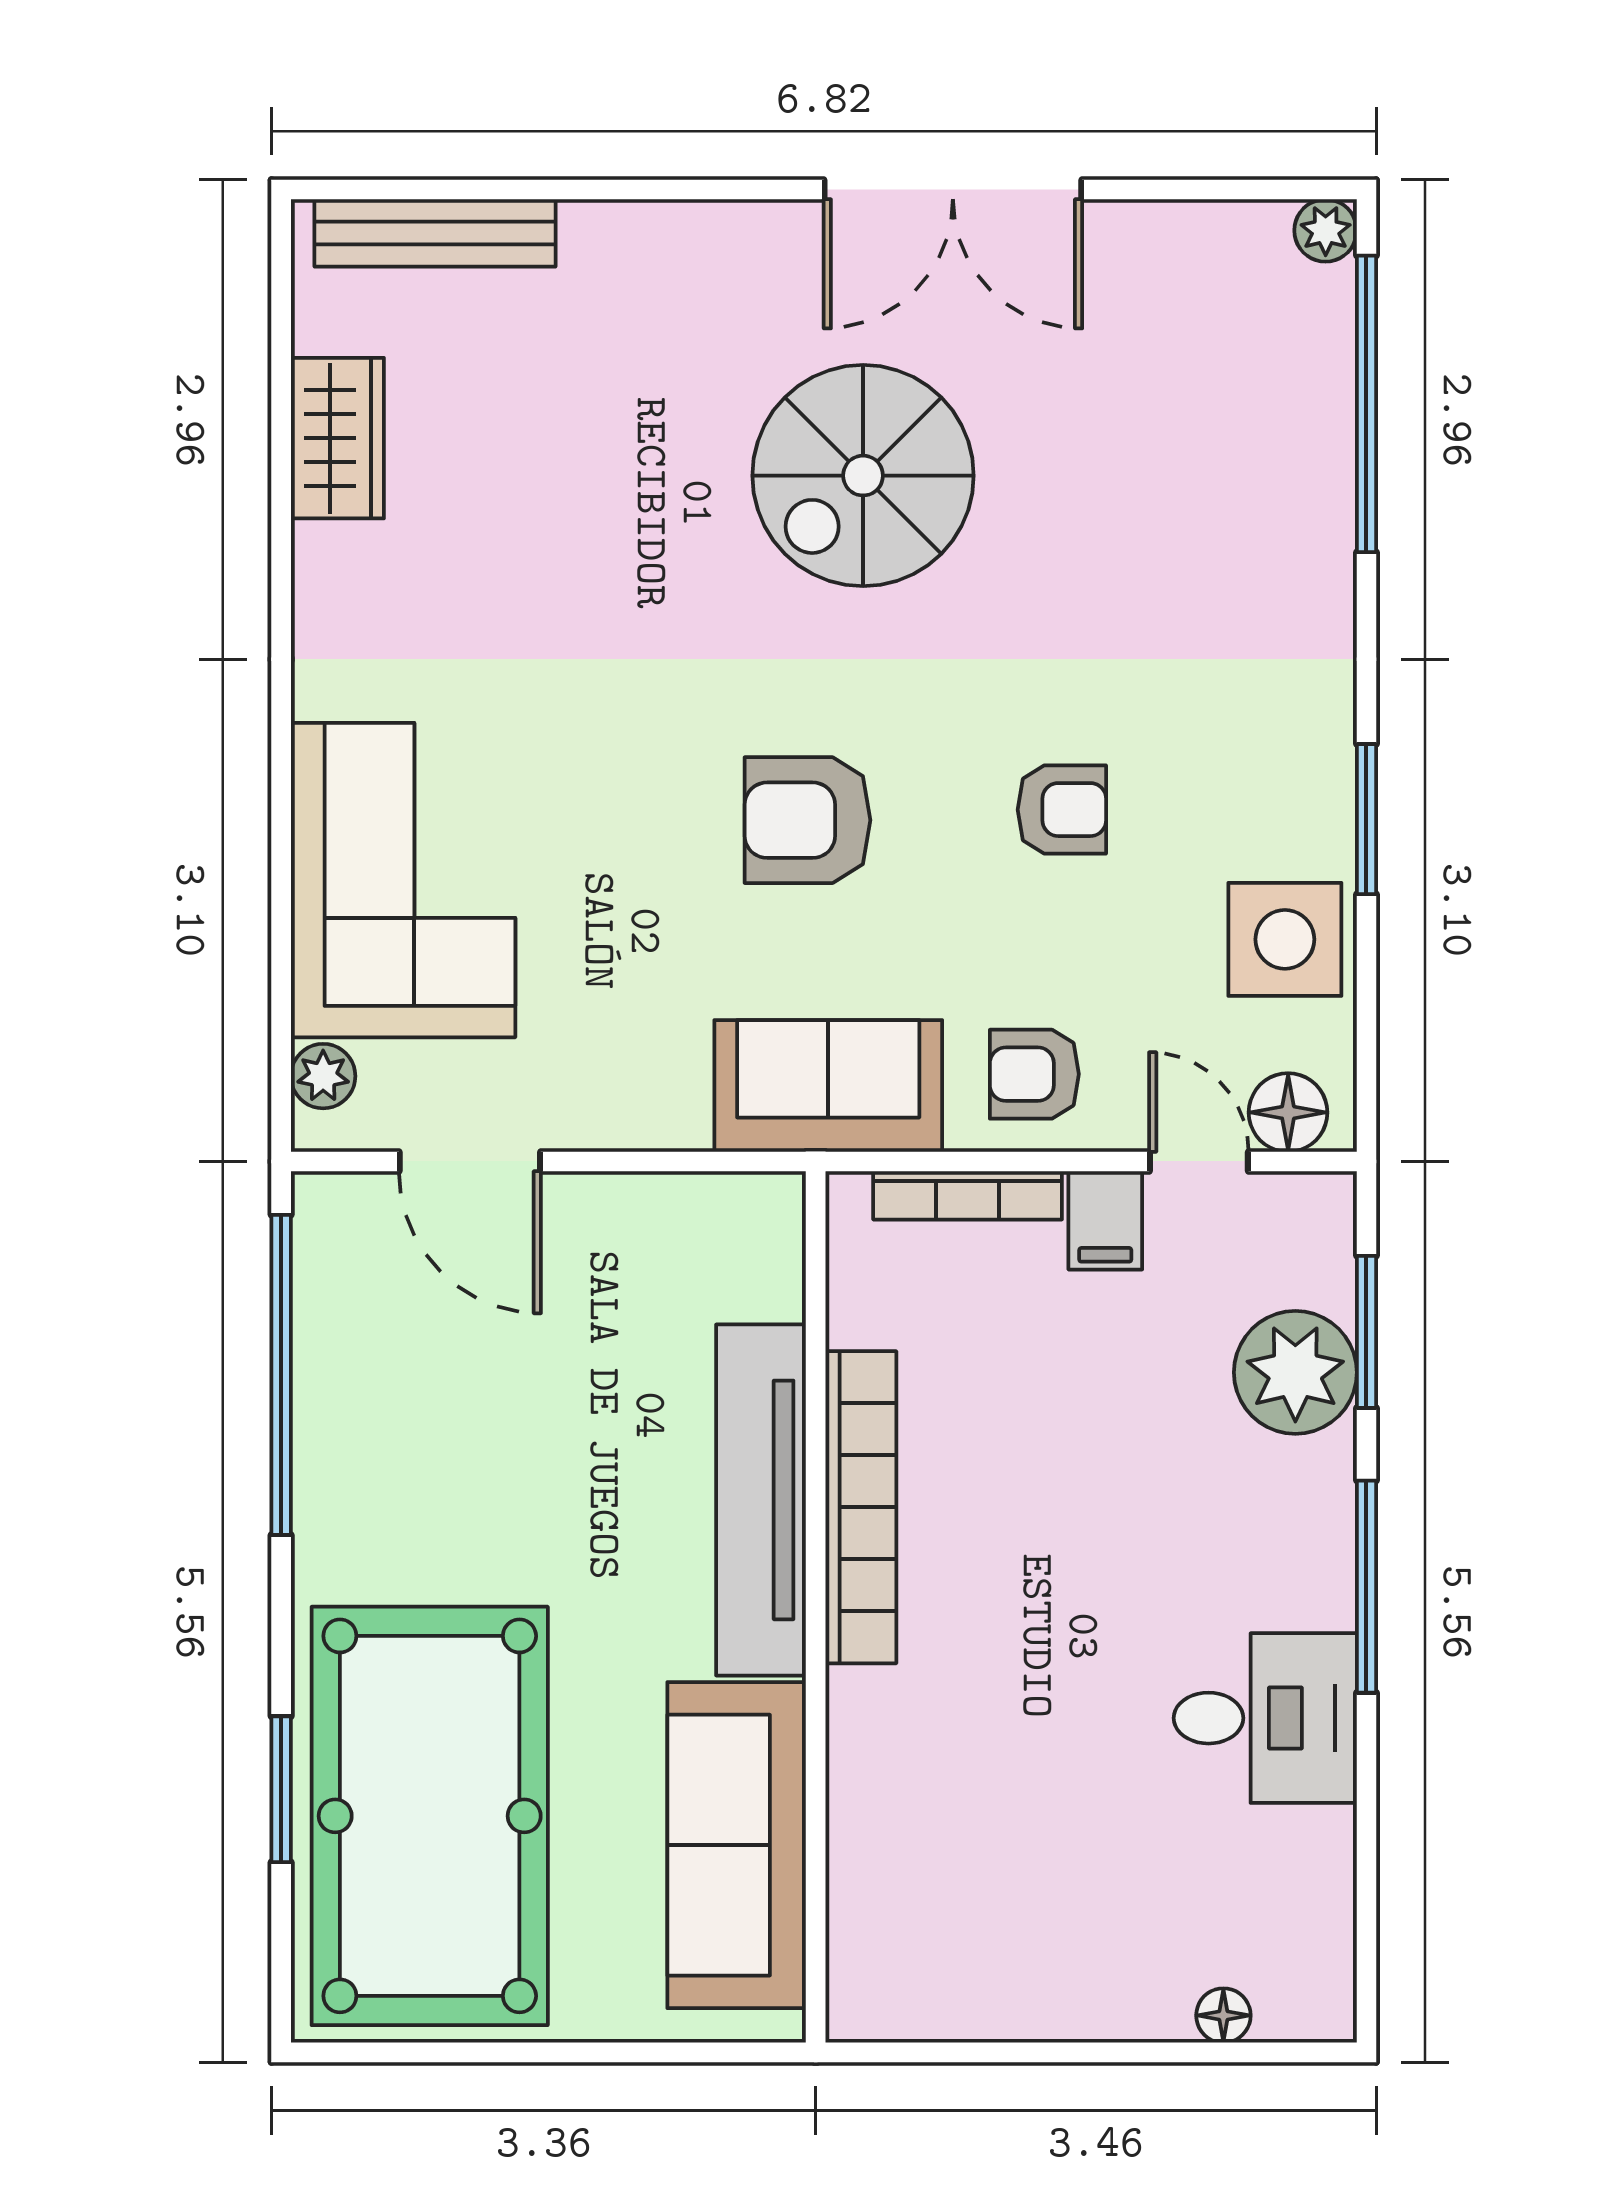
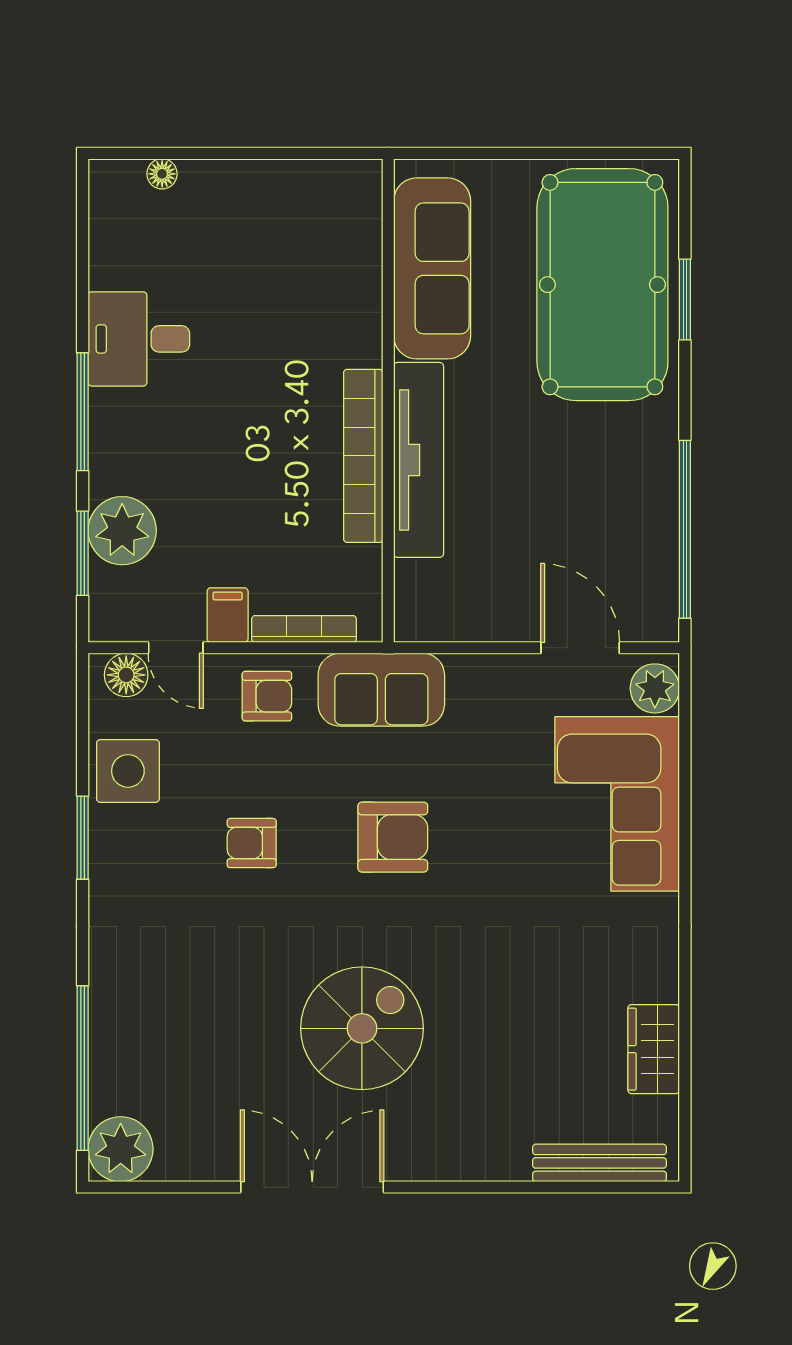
plant: (1326, 230) -> (121, 1149), width x1.87, depth x1.87
plant: (323, 1076) -> (655, 688), width x1.38, depth x1.38

